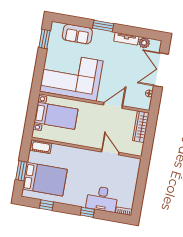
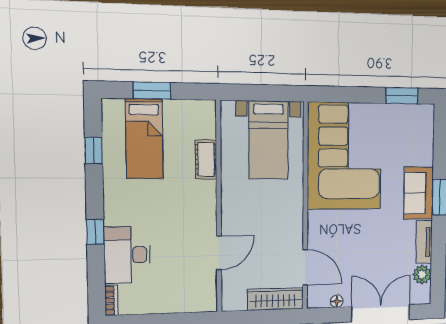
sofa: (77, 34) -> (419, 193), moved
door: (113, 105) -> (305, 267), moved
cot: (41, 147) -> (206, 159), moved
bed: (45, 179) -> (144, 139), width x0.67

